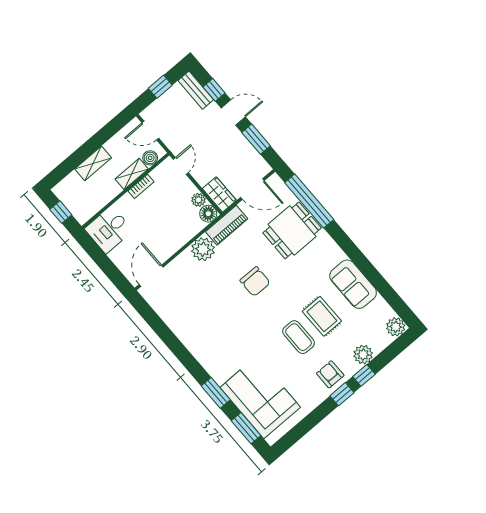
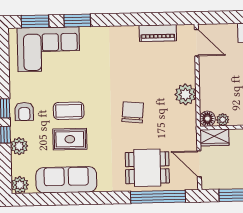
door: (252, 189) -> (199, 164), hinge flipped
piano: (227, 225) -> (158, 33), moved, turned -90
dining table: (292, 230) -> (147, 168), turned 90
chair: (255, 282) -> (133, 112), turned 95
sofa: (353, 284) -> (66, 180), width x1.36
armchair: (330, 374) -> (24, 112), turned 90

